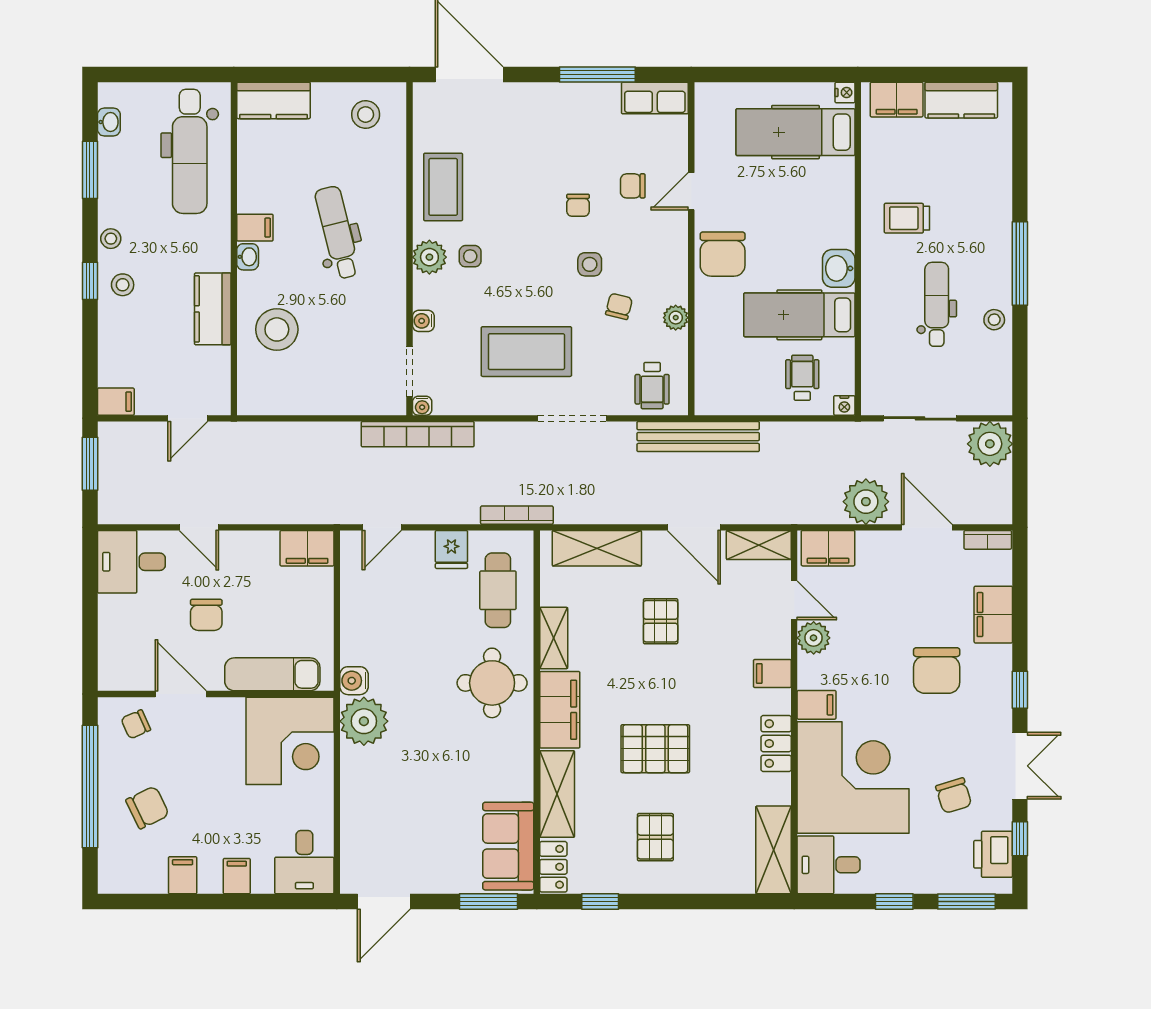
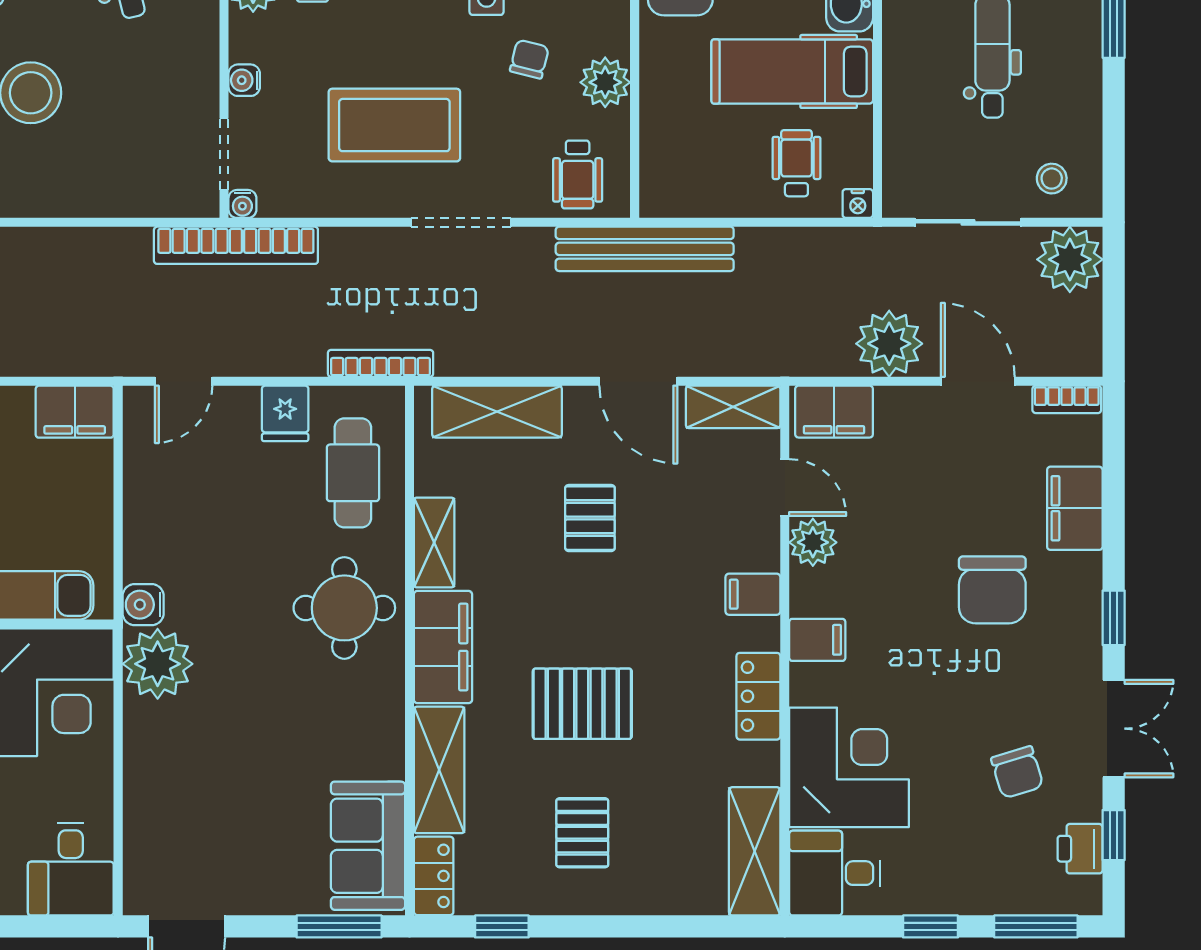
plant: (676, 318) -> (605, 82), width x1.38, depth x1.38
stool: (994, 320) -> (1052, 179), moved
corner desk: (853, 778) -> (849, 767), width x0.74, depth x0.74
printer: (993, 854) -> (1080, 849), width x0.73, depth x0.81

